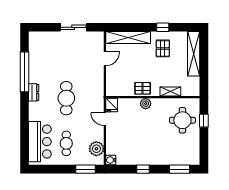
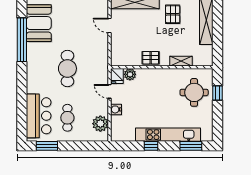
booth: (40, 57) -> (39, 23), added
door: (105, 59) -> (109, 26), swing flipped
dresser: (34, 92) -> (32, 62), removed
plant: (146, 104) -> (130, 74), moved
kitchen unit: (159, 159) -> (168, 135), added
water cooler: (111, 160) -> (116, 109), moved
window: (86, 169) -> (47, 146), moved

